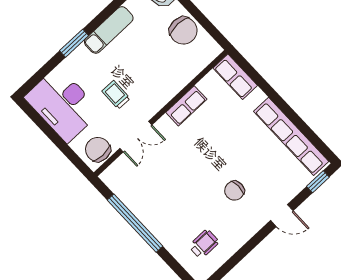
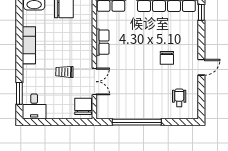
window: (74, 43) -> (19, 93), moved
desk: (63, 104) -> (34, 106), width x0.53, depth x0.77
chair: (98, 149) -> (83, 106), turned 90
door: (282, 216) -> (201, 67), moved

